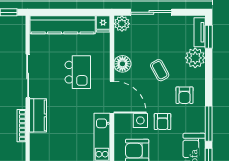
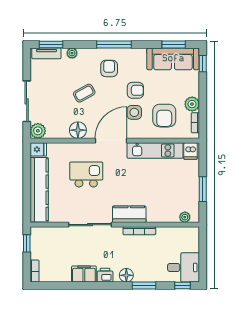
plant: (195, 58) -> (72, 53), width x0.53, depth x0.53
armchair: (184, 95) -> (109, 68), turned -90
window: (209, 124) -> (114, 44), moved

